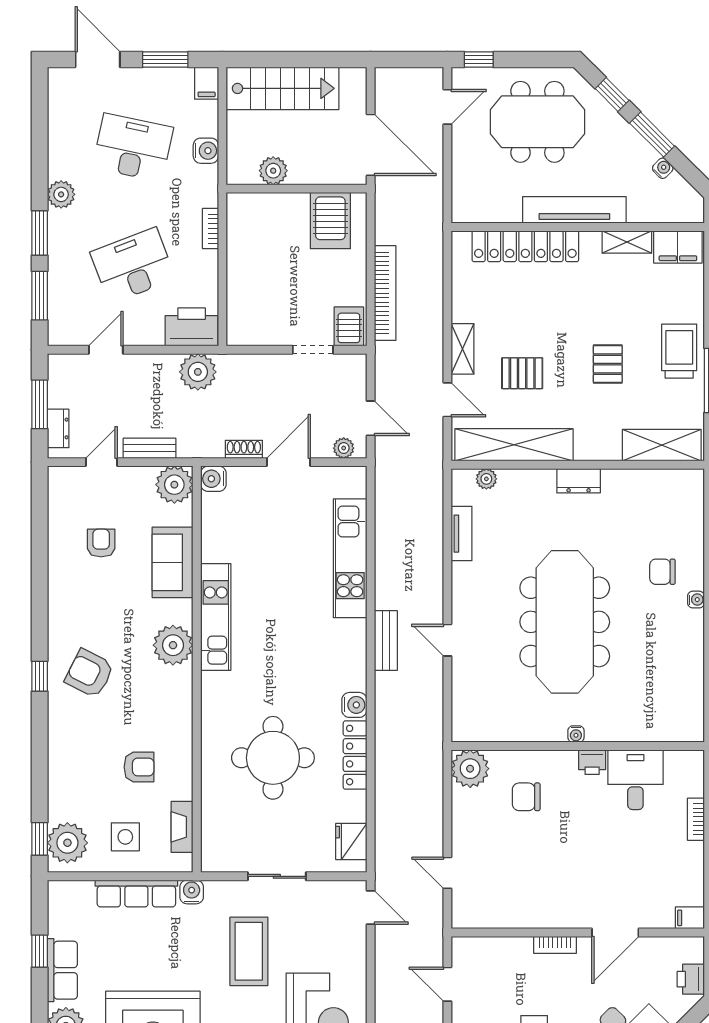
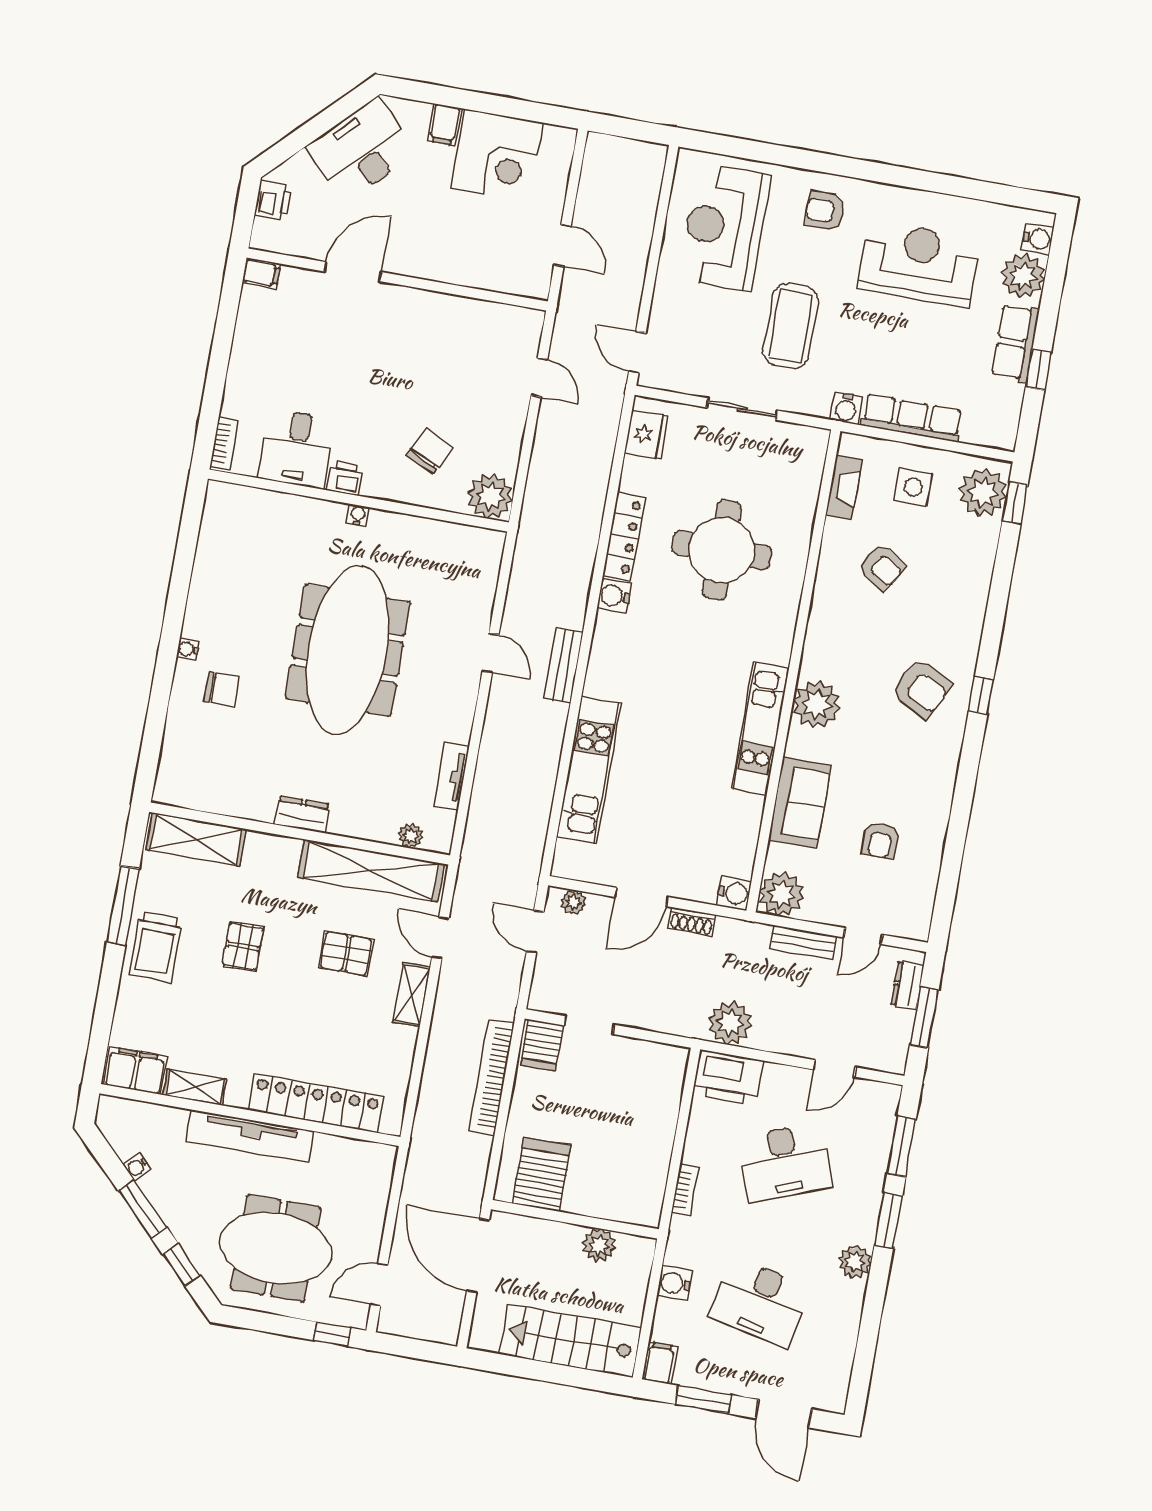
armchair: (139, 767) -> (882, 567), turned -148
chair: (526, 797) -> (430, 451), turned -65
bookcase: (696, 819) -> (224, 443), moved
bookcase: (555, 945) -> (427, 270), removed

